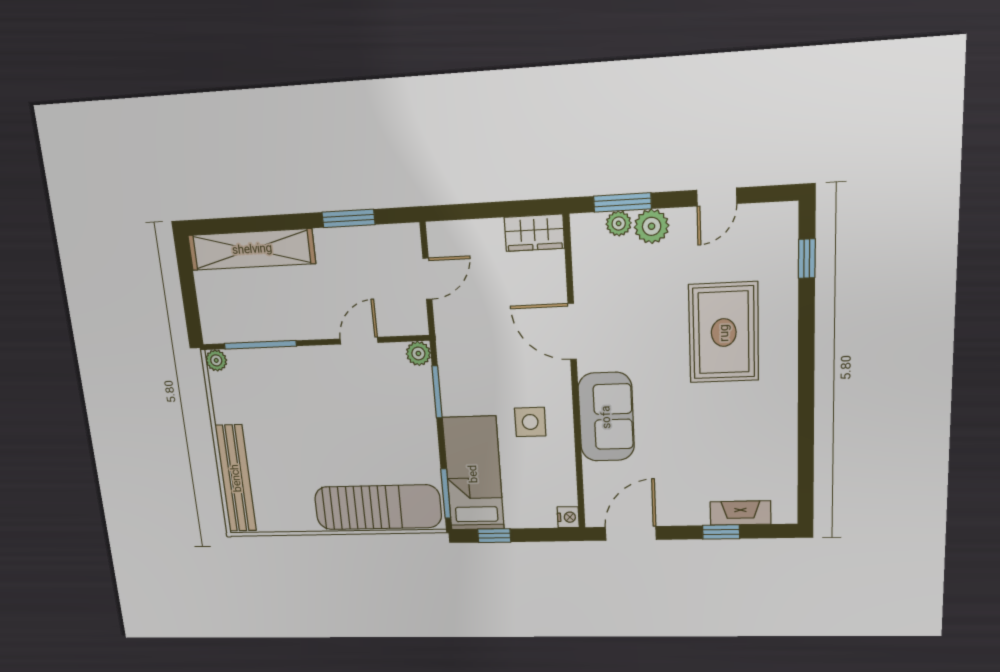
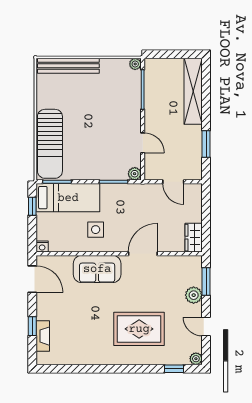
plant: (619, 223) -> (196, 359), moved

